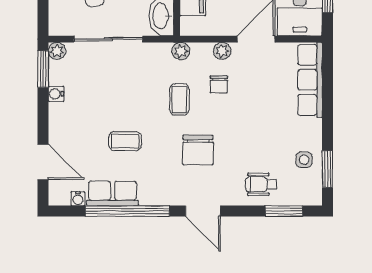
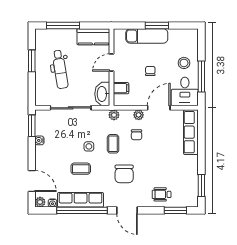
plant: (57, 51) -> (40, 202), moved
side table: (304, 160) -> (89, 146), moved
row of seats: (113, 193) -> (81, 200), width x1.48

